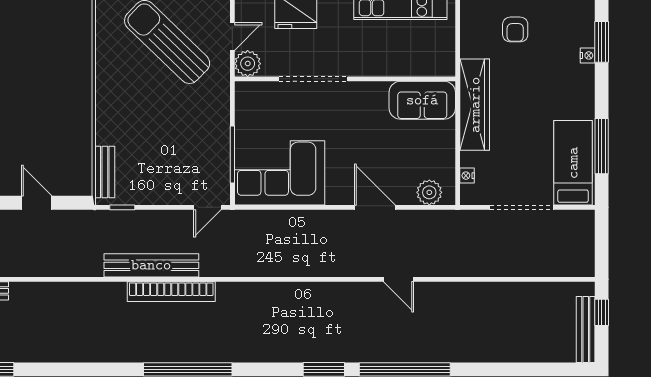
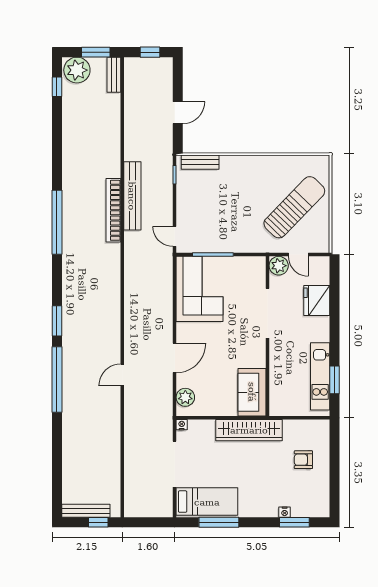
nightstand: (467, 176) -> (182, 425), moved

